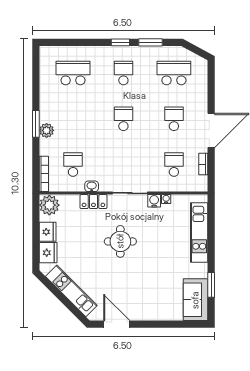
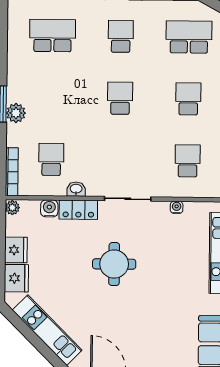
water cooler: (154, 201) -> (49, 208), moved
plant: (49, 205) -> (12, 208), width x0.53, depth x0.53

